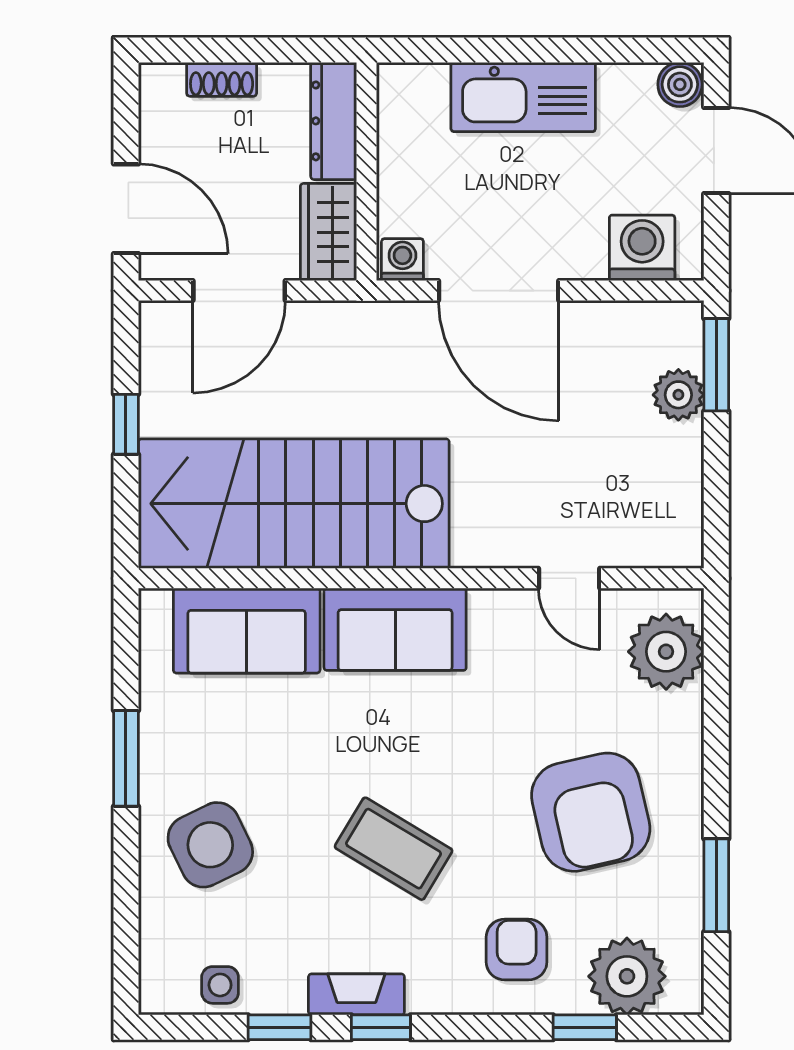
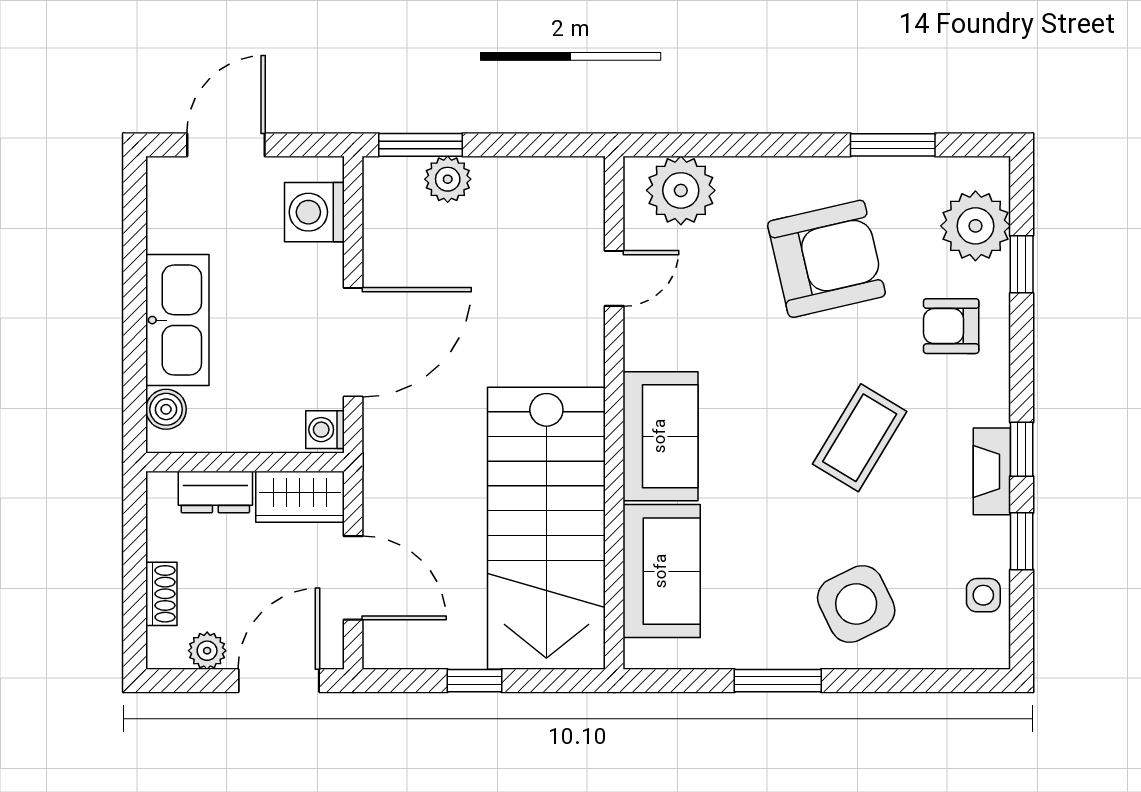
boiler: (680, 84) -> (166, 409), moved
dresser: (334, 121) -> (215, 492), width x0.70
plant: (159, 130) -> (207, 651), added

